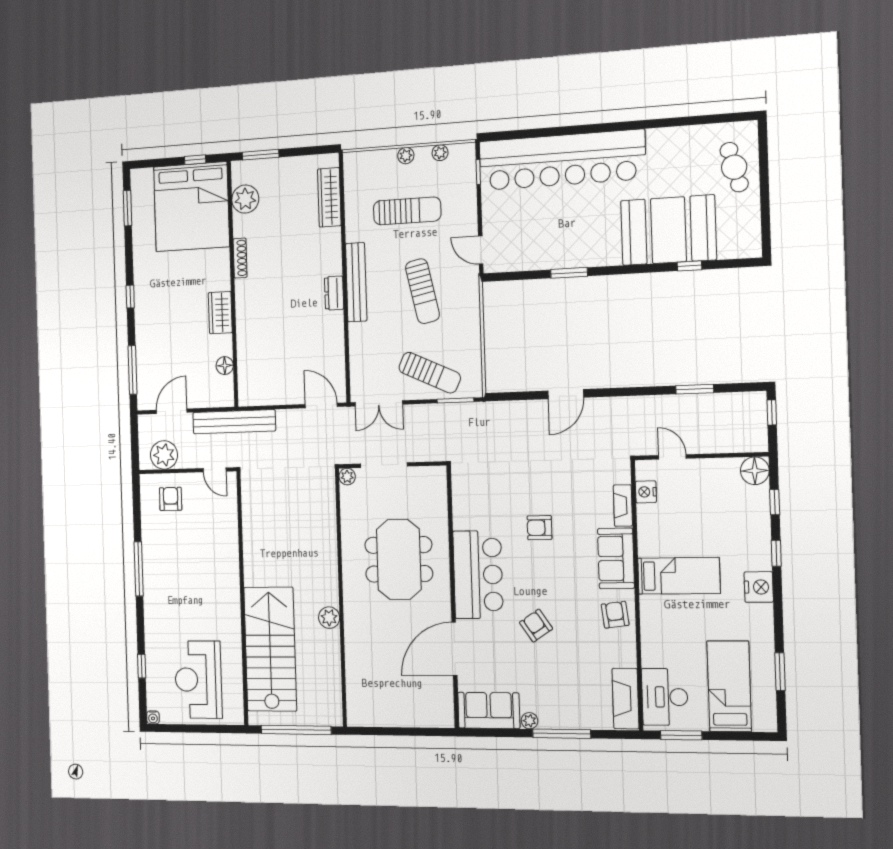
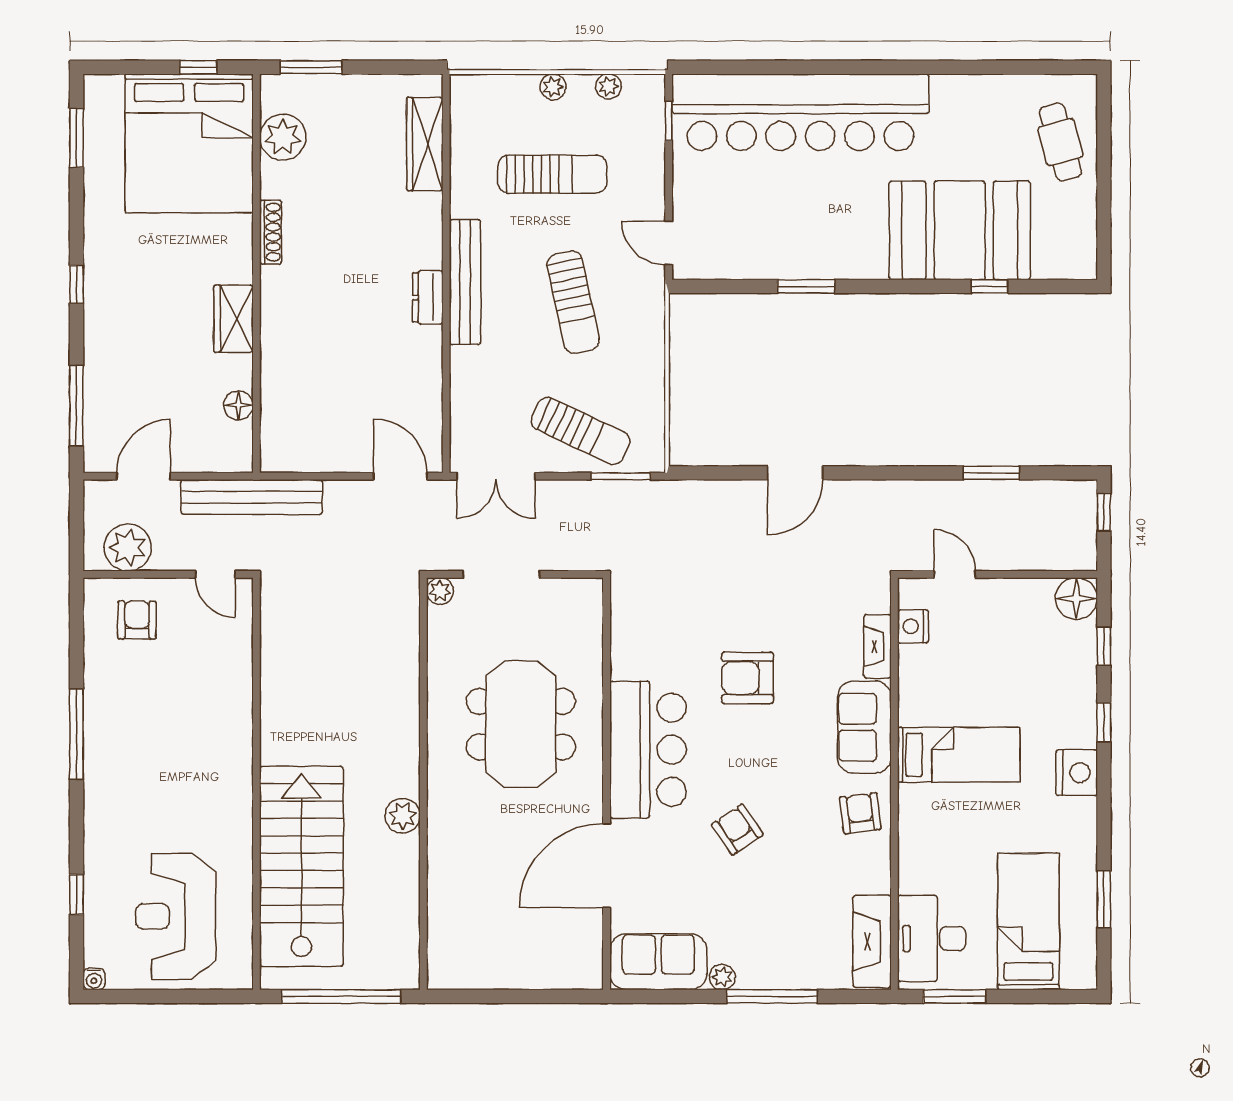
armchair: (539, 528) -> (748, 678), width x1.38, depth x1.38

